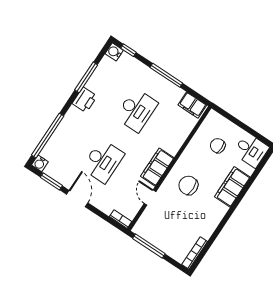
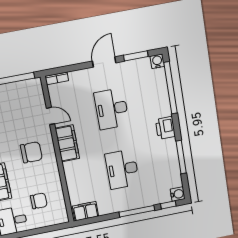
window: (166, 75) -> (137, 211), moved
printer: (85, 100) -> (165, 128), moved
door: (77, 199) -> (104, 62), swing flipped

